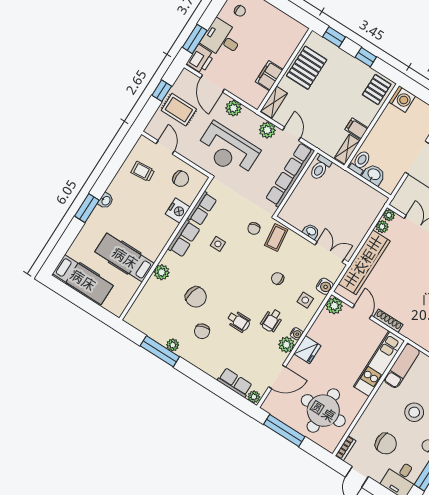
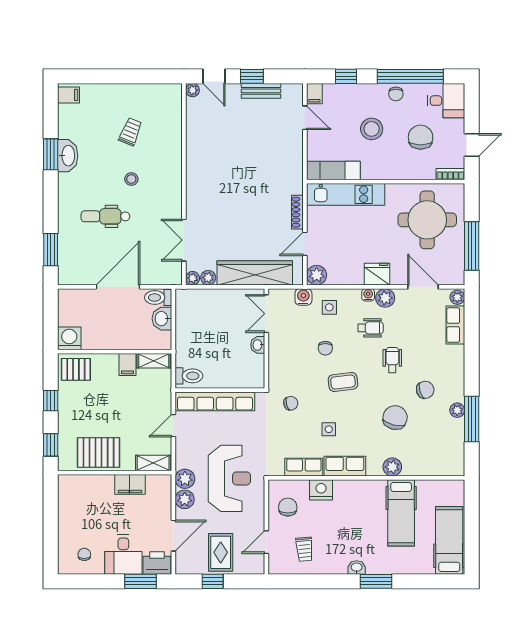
plant: (267, 130) -> (185, 479), moved
toilet: (360, 162) -> (158, 298), moved
coffee table: (276, 238) -> (343, 382), moved

